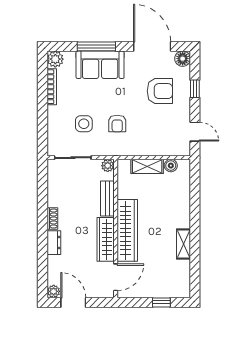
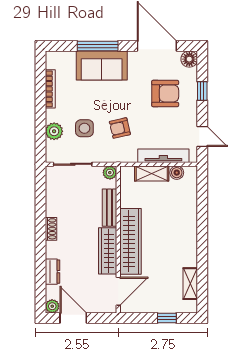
plant: (55, 59) -> (54, 131), moved
armchair: (117, 124) -> (120, 128), turned 77
tv unit: (158, 150) -> (163, 156), added
dresser: (54, 243) -> (53, 272), moved
shelving: (184, 244) -> (190, 284), moved

